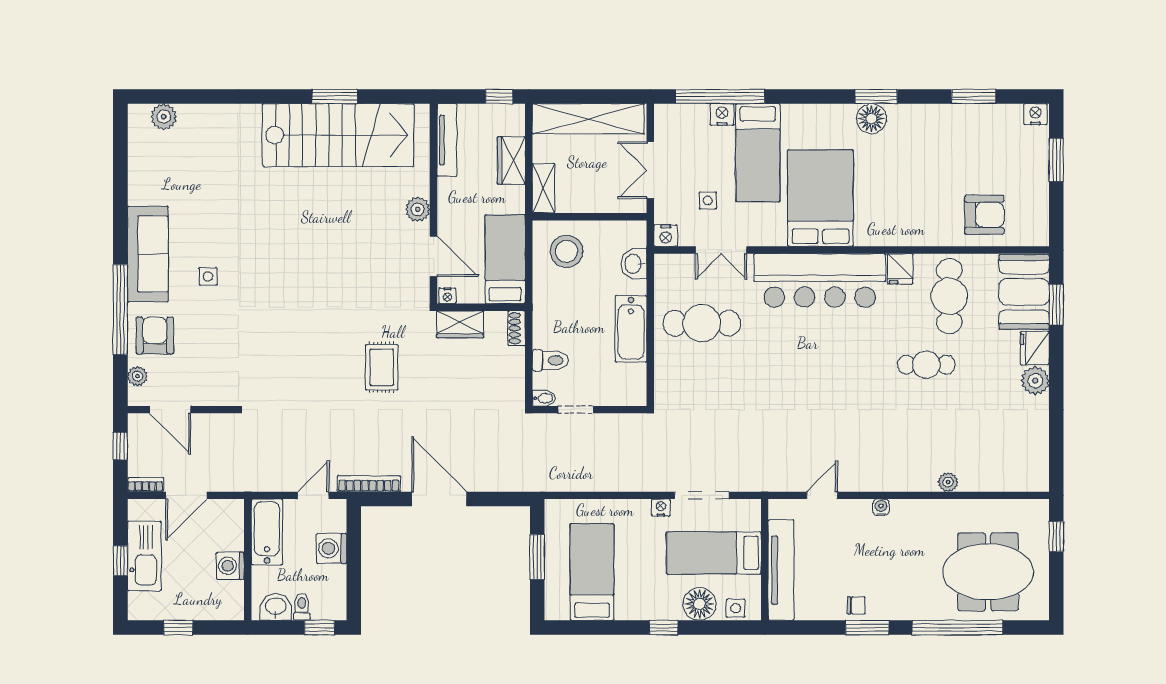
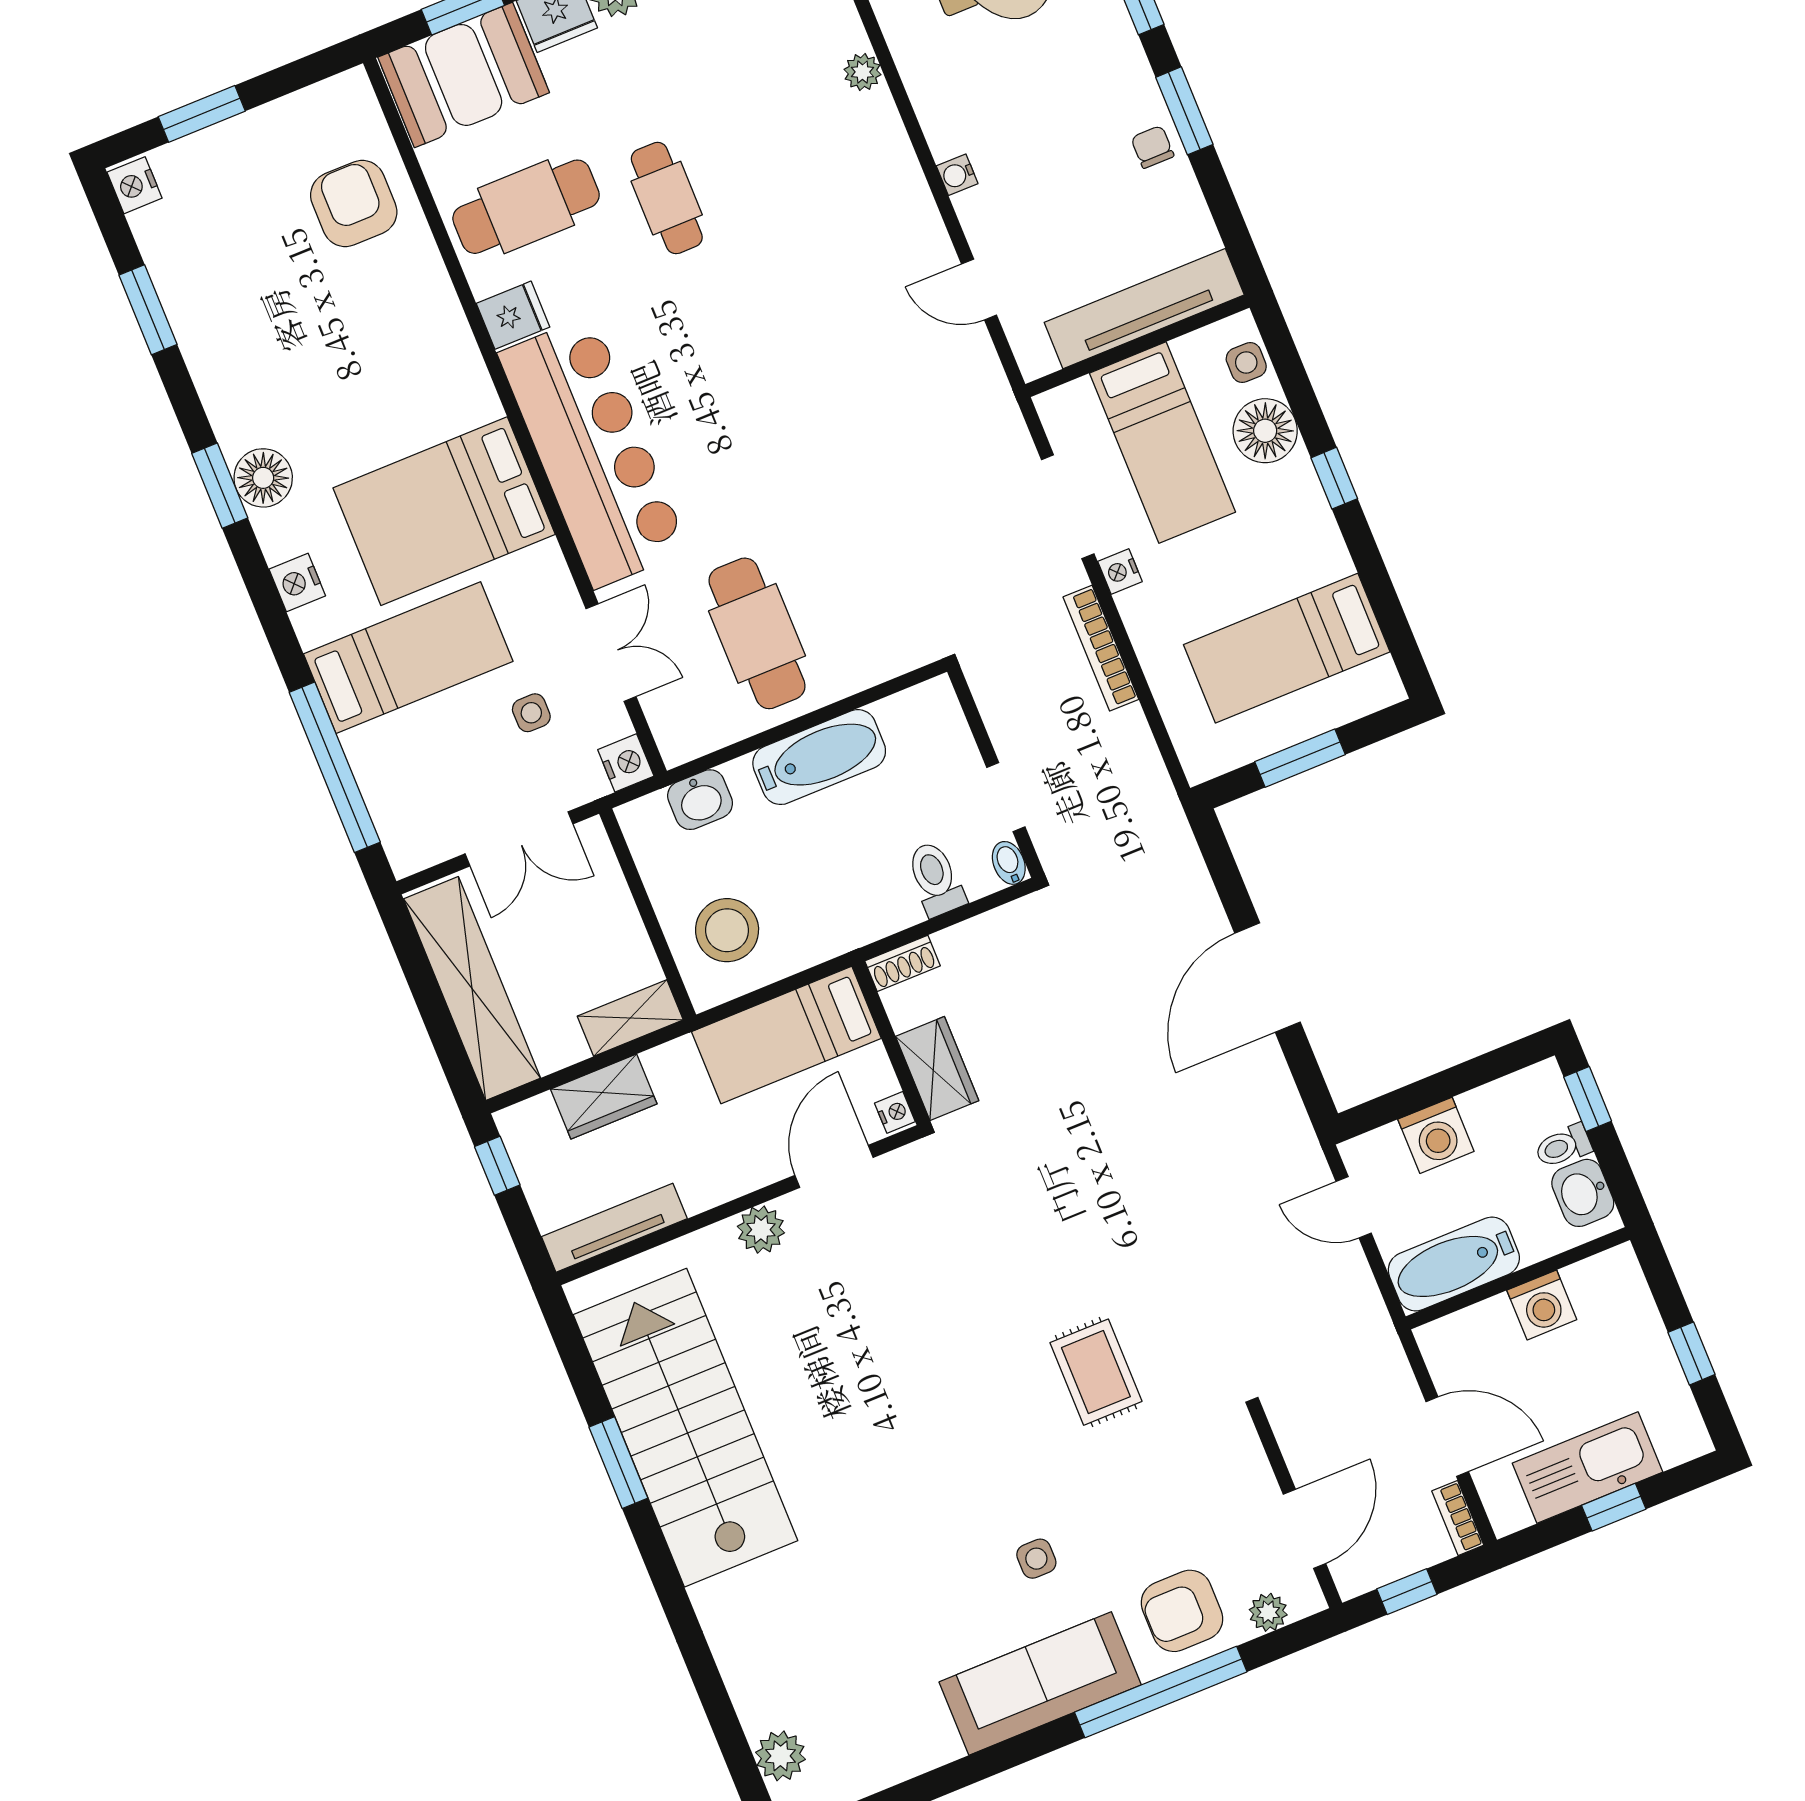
nightstand: (722, 115) -> (297, 582), moved
rug: (382, 367) -> (1096, 1372), moved, turned 90
bookcase: (369, 484) -> (1101, 648), moved

